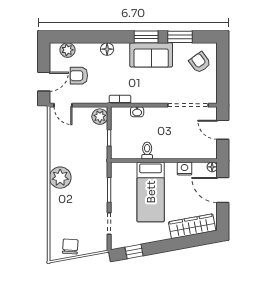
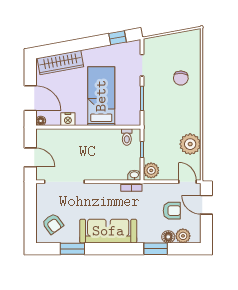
window: (146, 37) -> (156, 249), moved
floor lamp: (107, 49) -> (168, 237), moved
sofa: (151, 55) -> (108, 231), width x1.36
door: (44, 82) -> (206, 205), hinge flipped
washbasin: (137, 112) -> (134, 175), moved
toilet: (147, 151) -> (127, 137), moved
plant: (60, 178) -> (190, 144), moved
chair: (70, 246) -> (181, 78), moved

